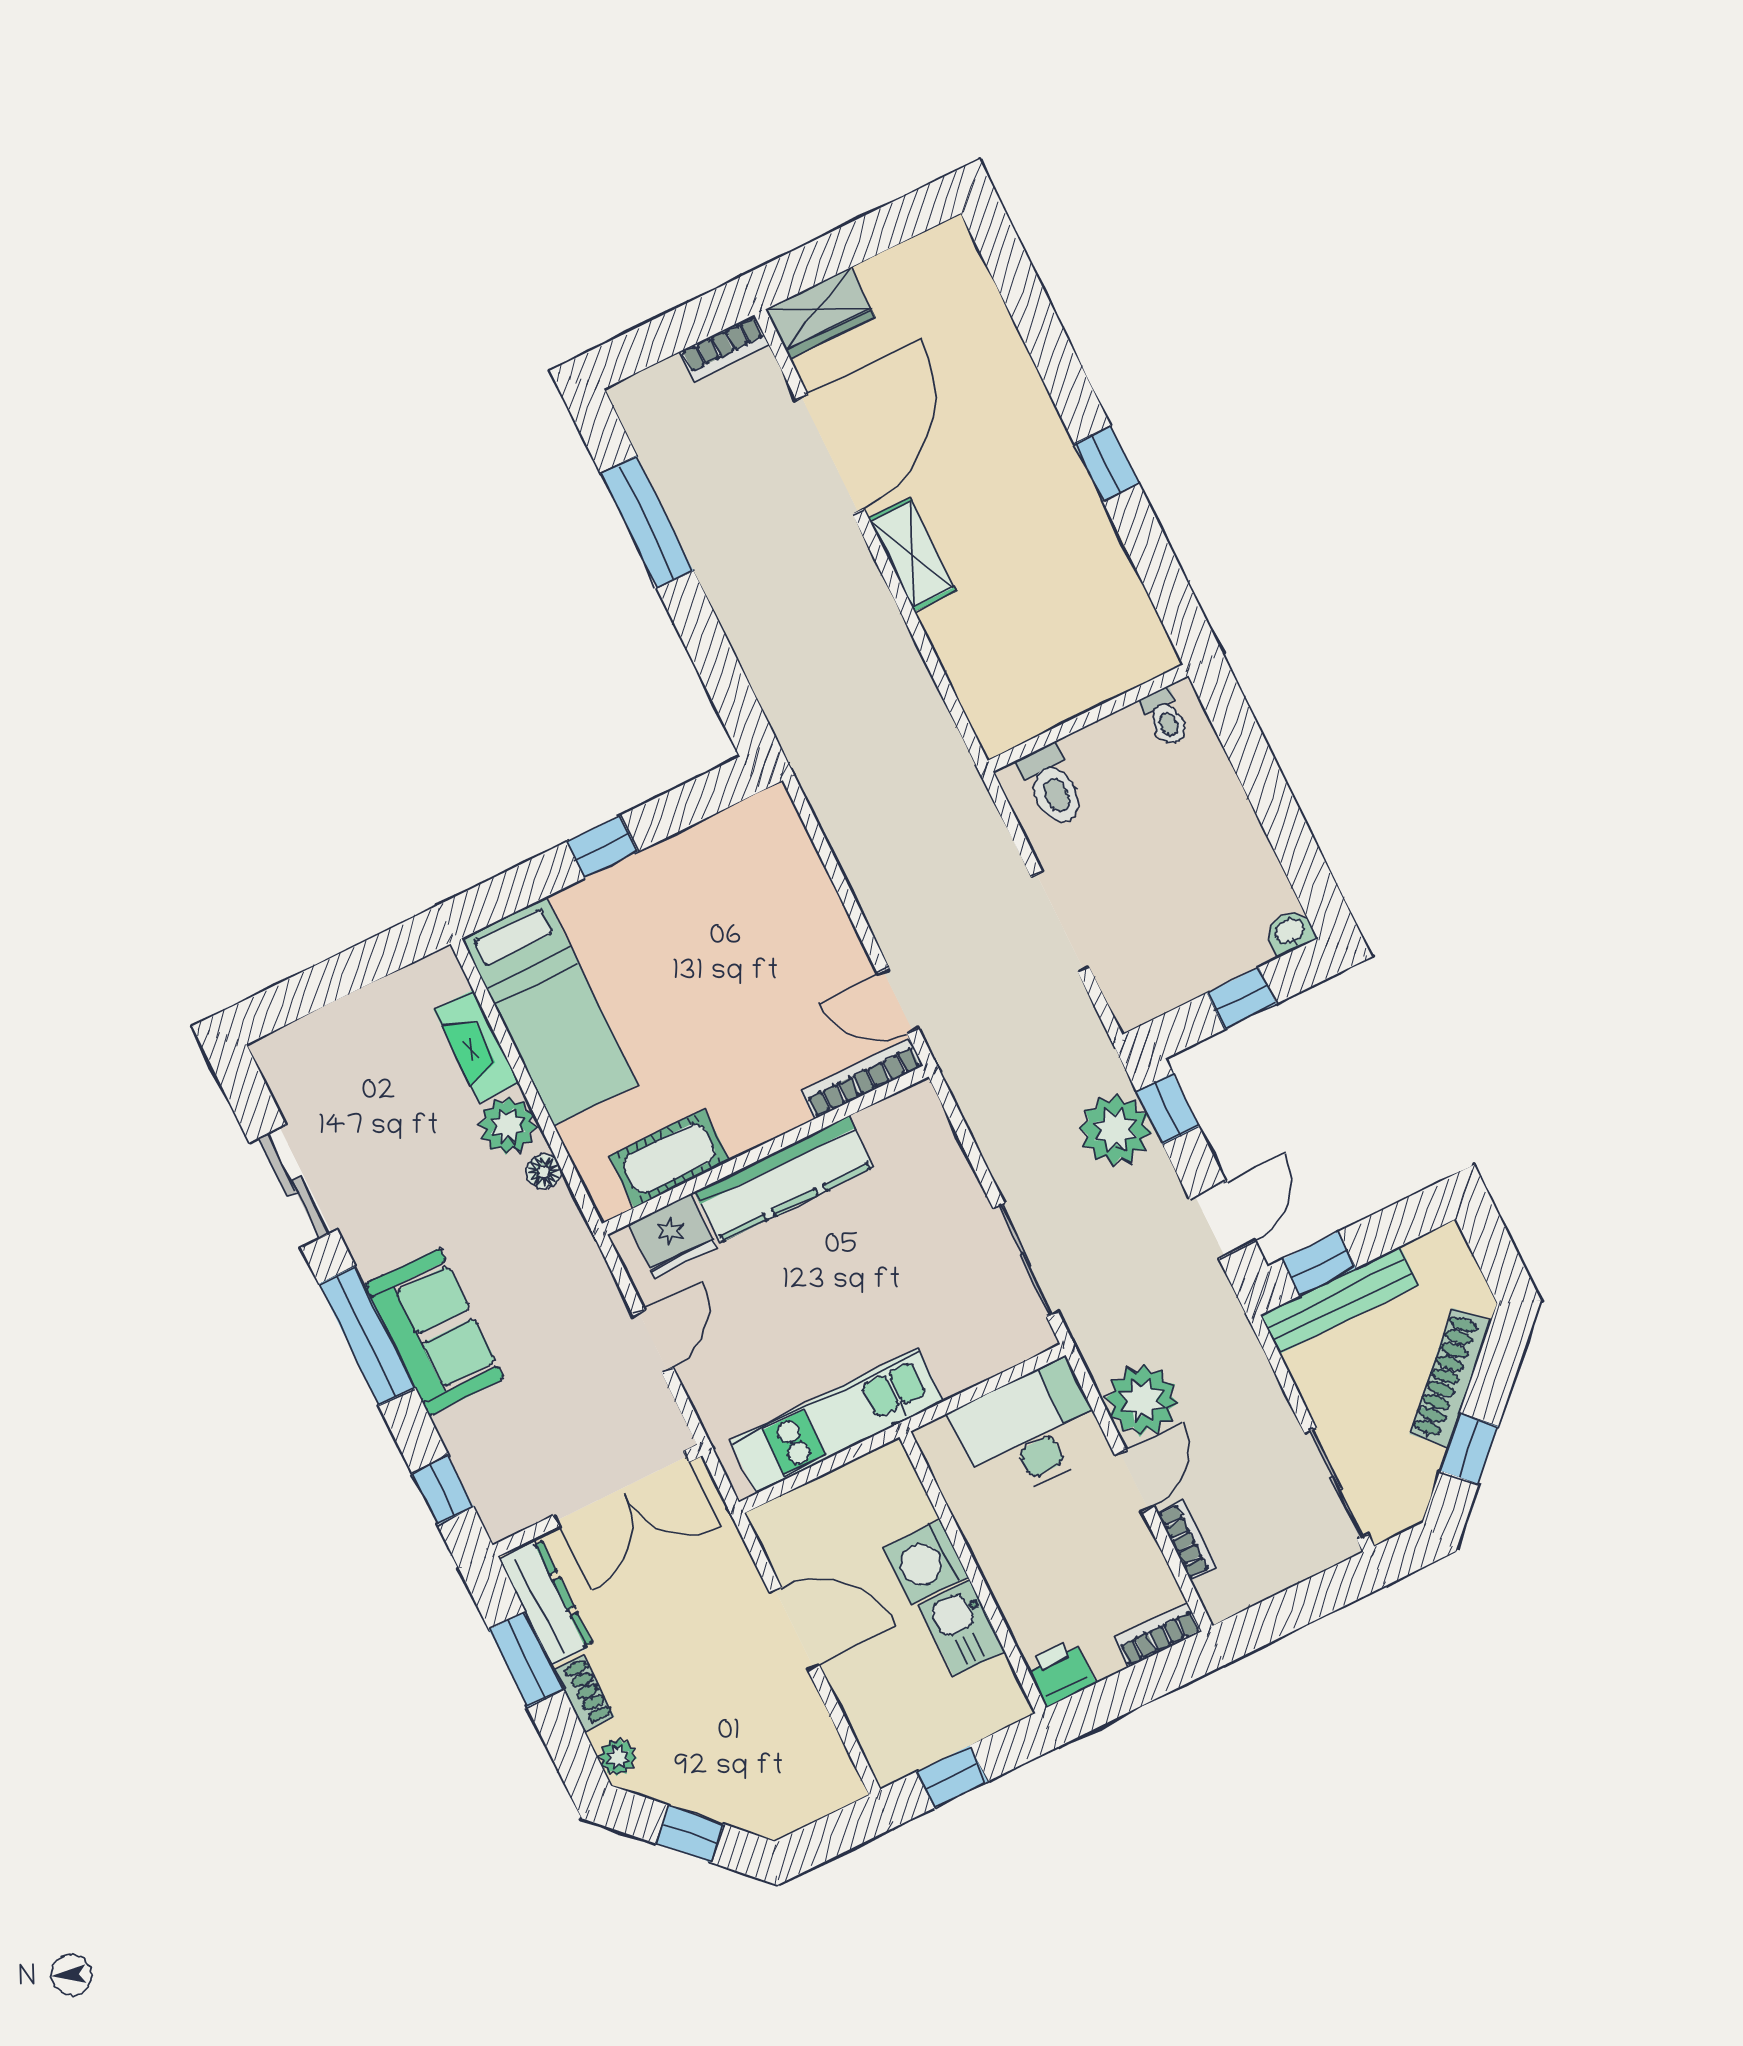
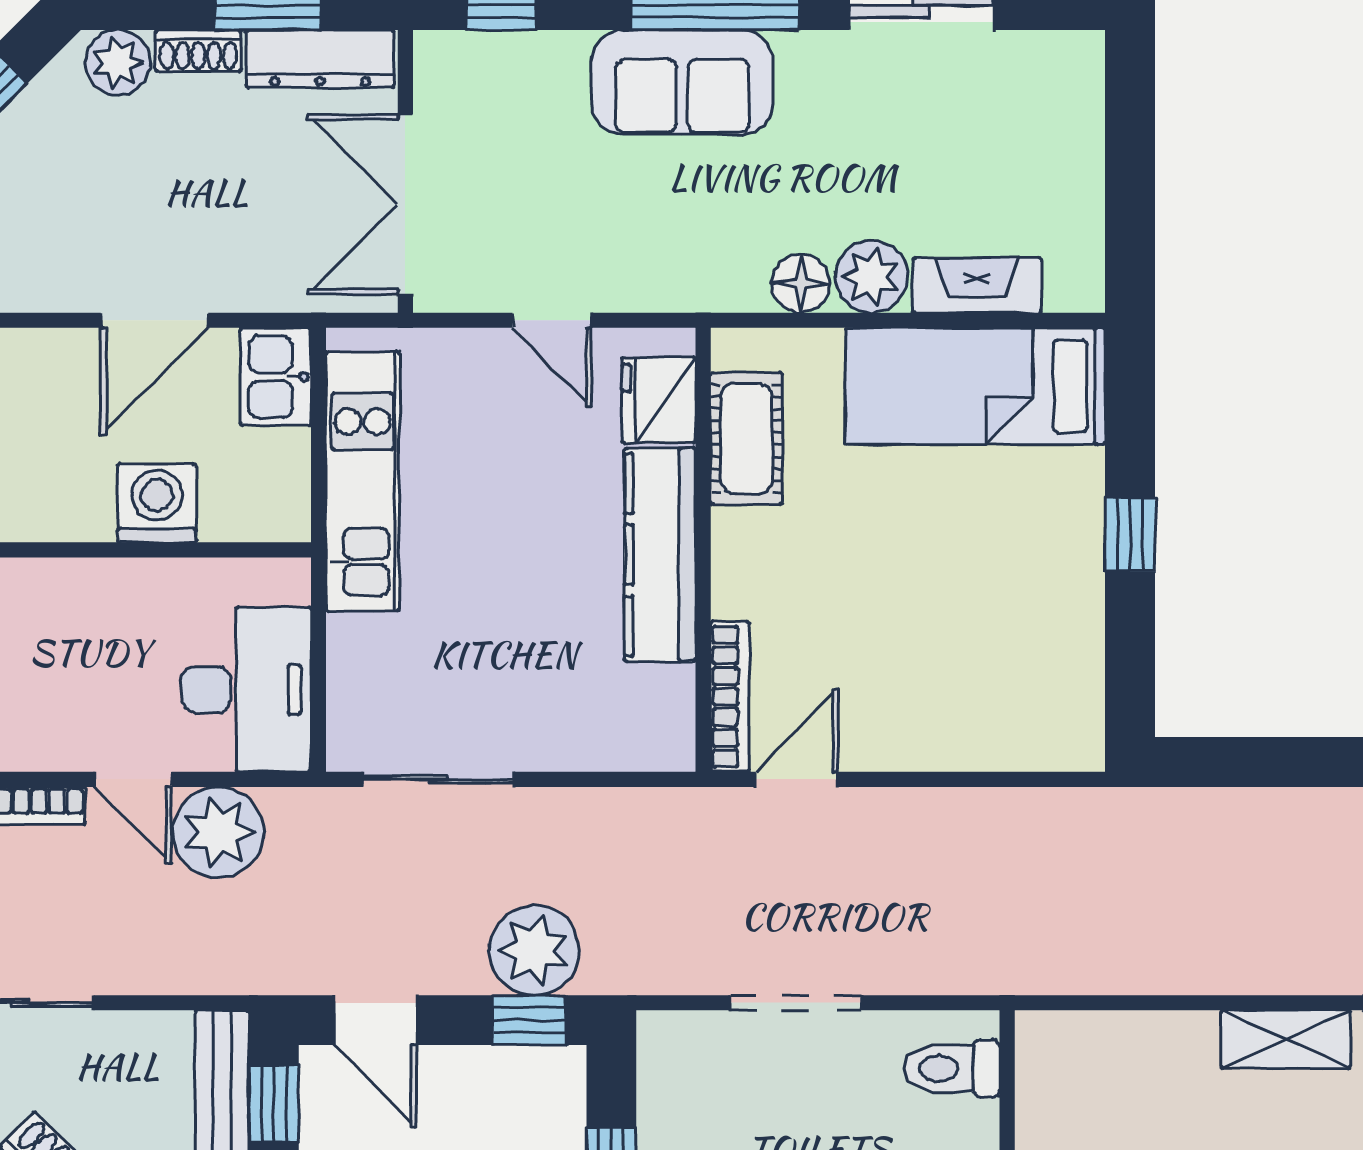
floor lamp: (544, 1172) -> (801, 283), width x1.37, depth x1.37
kitchen sink: (962, 1628) -> (276, 377), moved, turned -90
plant: (618, 1757) -> (118, 63), width x1.38, depth x1.38

